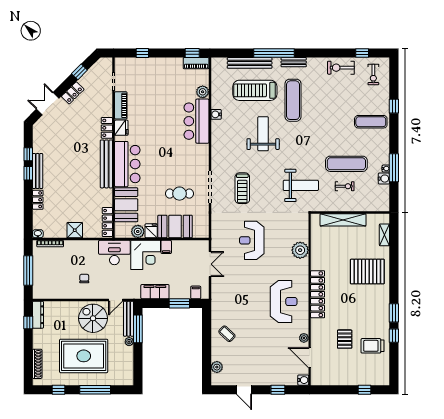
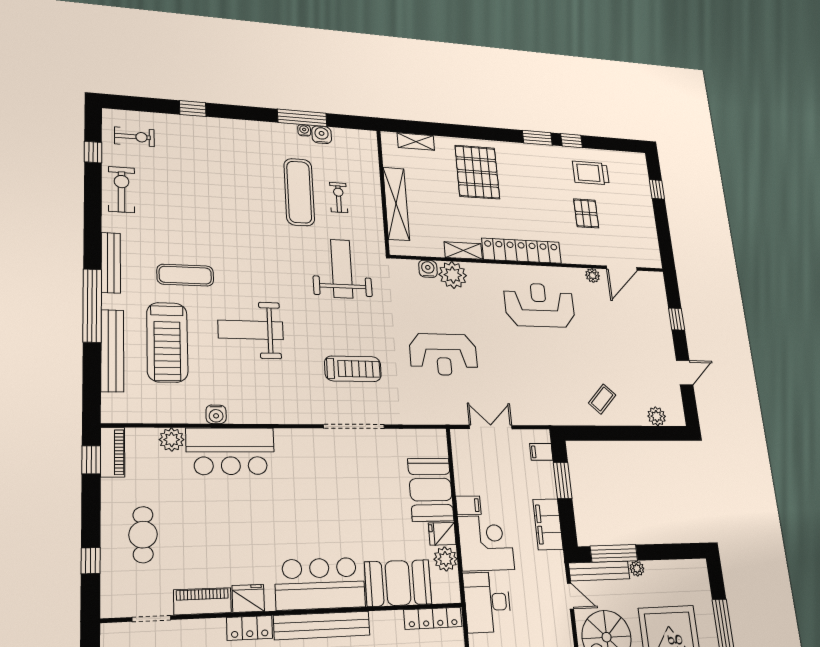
bench: (294, 62) -> (111, 263), width x1.36
exercise bike: (341, 68) -> (122, 190), turned 180
exercise mat: (293, 100) -> (185, 275), width x0.73, depth x0.69
exercise mat: (371, 122) -> (222, 147), removed
cafe table: (180, 194) -> (143, 535), moved
shelving: (316, 258) -> (463, 251), added
pallet: (345, 339) -> (586, 213), turned 90
trolley: (372, 346) -> (591, 173), turned 90
water cooler: (303, 380) -> (428, 269), moved

